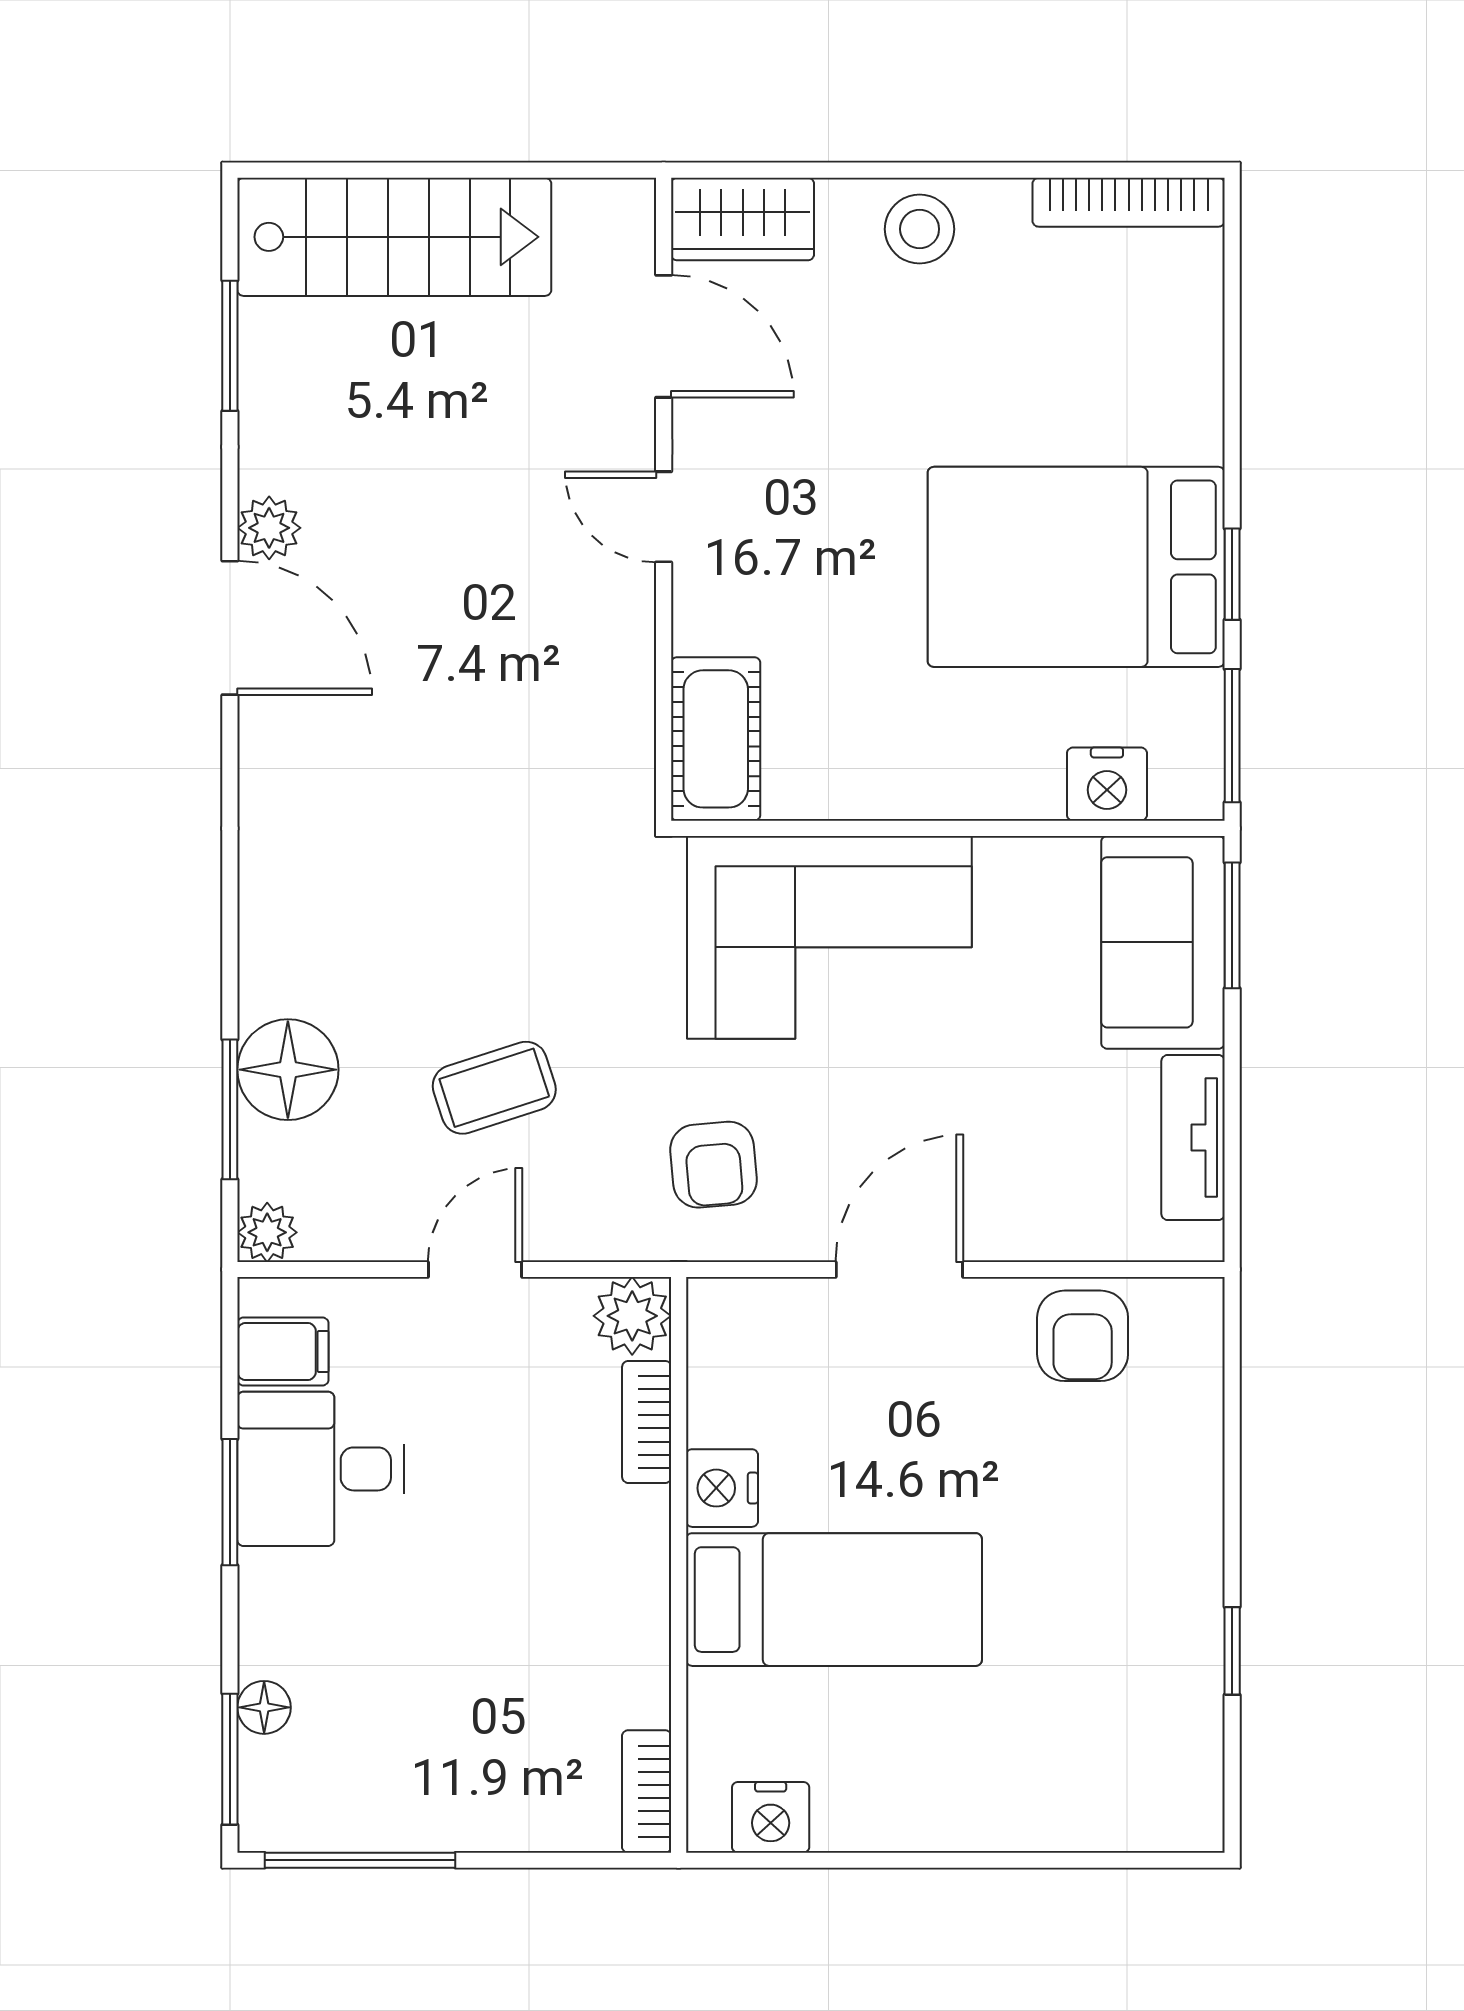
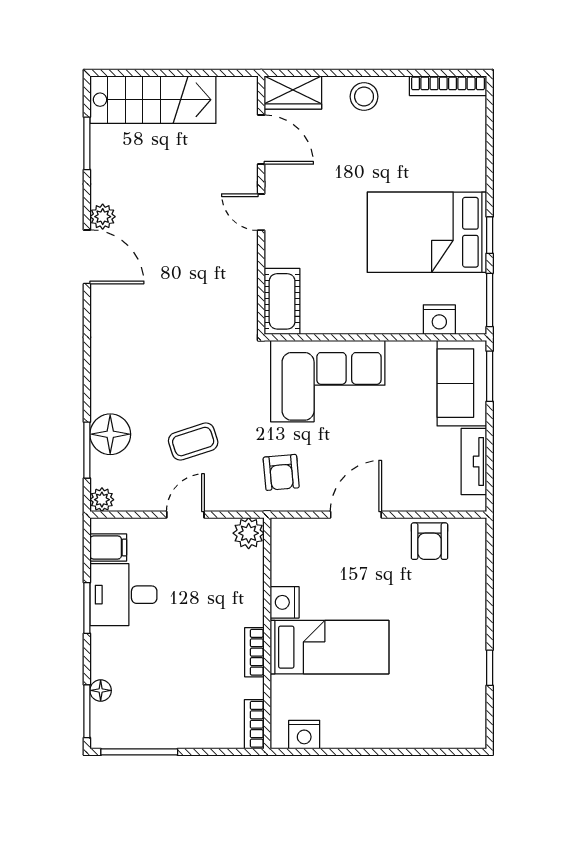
bookcase: (647, 1422) -> (254, 652), moved

